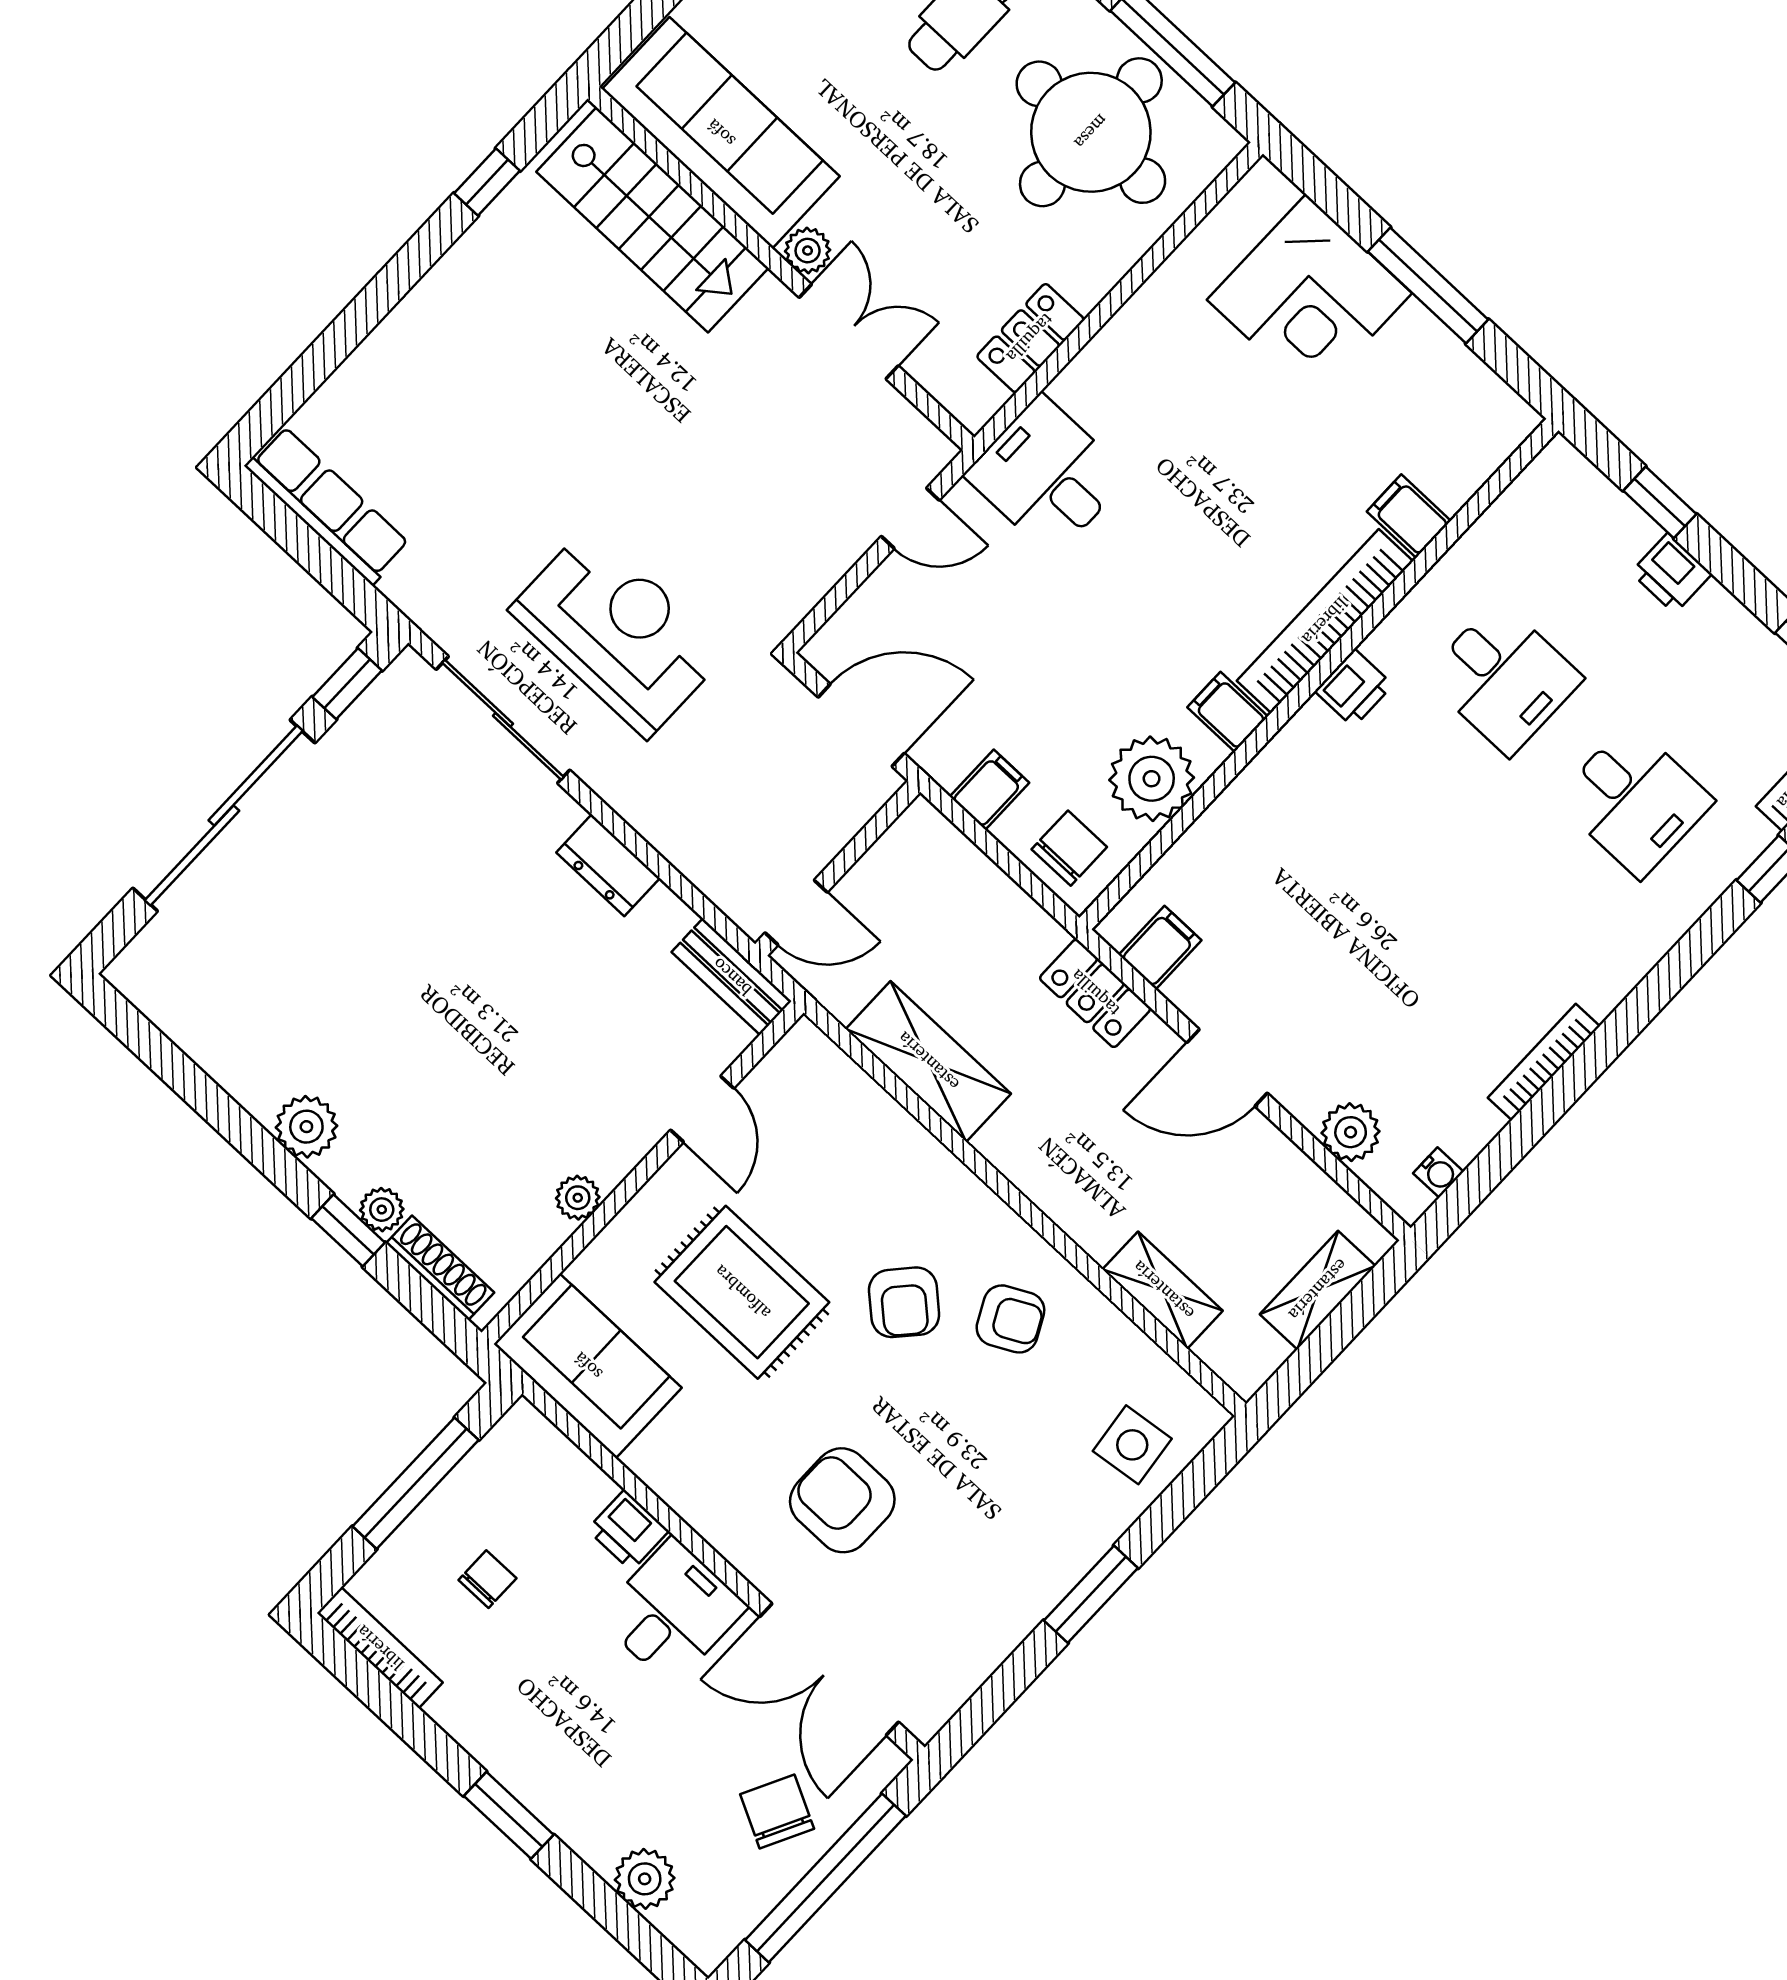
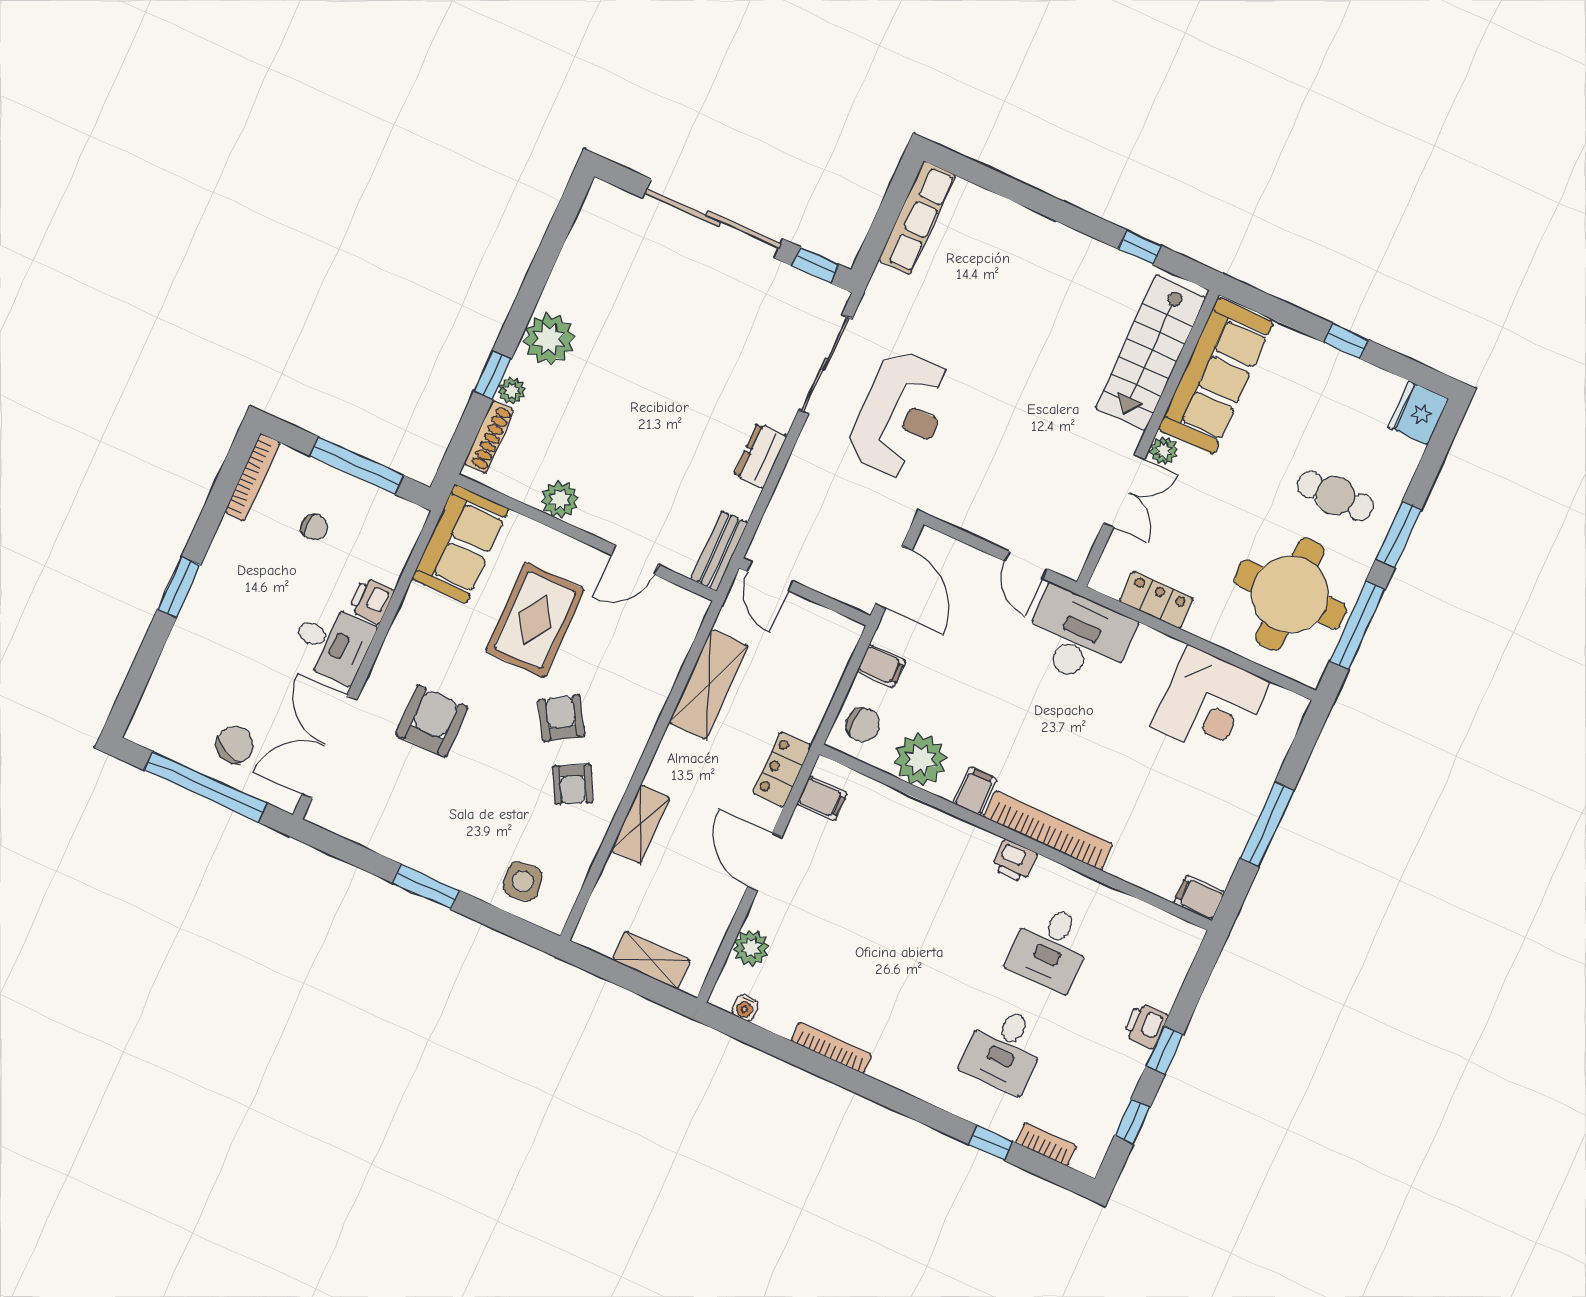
corner desk: (1309, 297) -> (1211, 704), moved, turned -90
desk: (1047, 476) -> (1078, 637), width x1.37
window: (1660, 502) -> (1165, 1050), moved
filing cabinet: (1409, 516) -> (1199, 898), moved, turned -90
plant: (306, 1127) -> (549, 339), width x1.36, depth x1.36
plant: (578, 1198) -> (560, 500), width x1.38, depth x1.38
shelving: (1163, 1290) -> (640, 824), moved
armchair: (904, 1302) -> (561, 718), turned 106
plant: (645, 1879) -> (169, 680), removed

